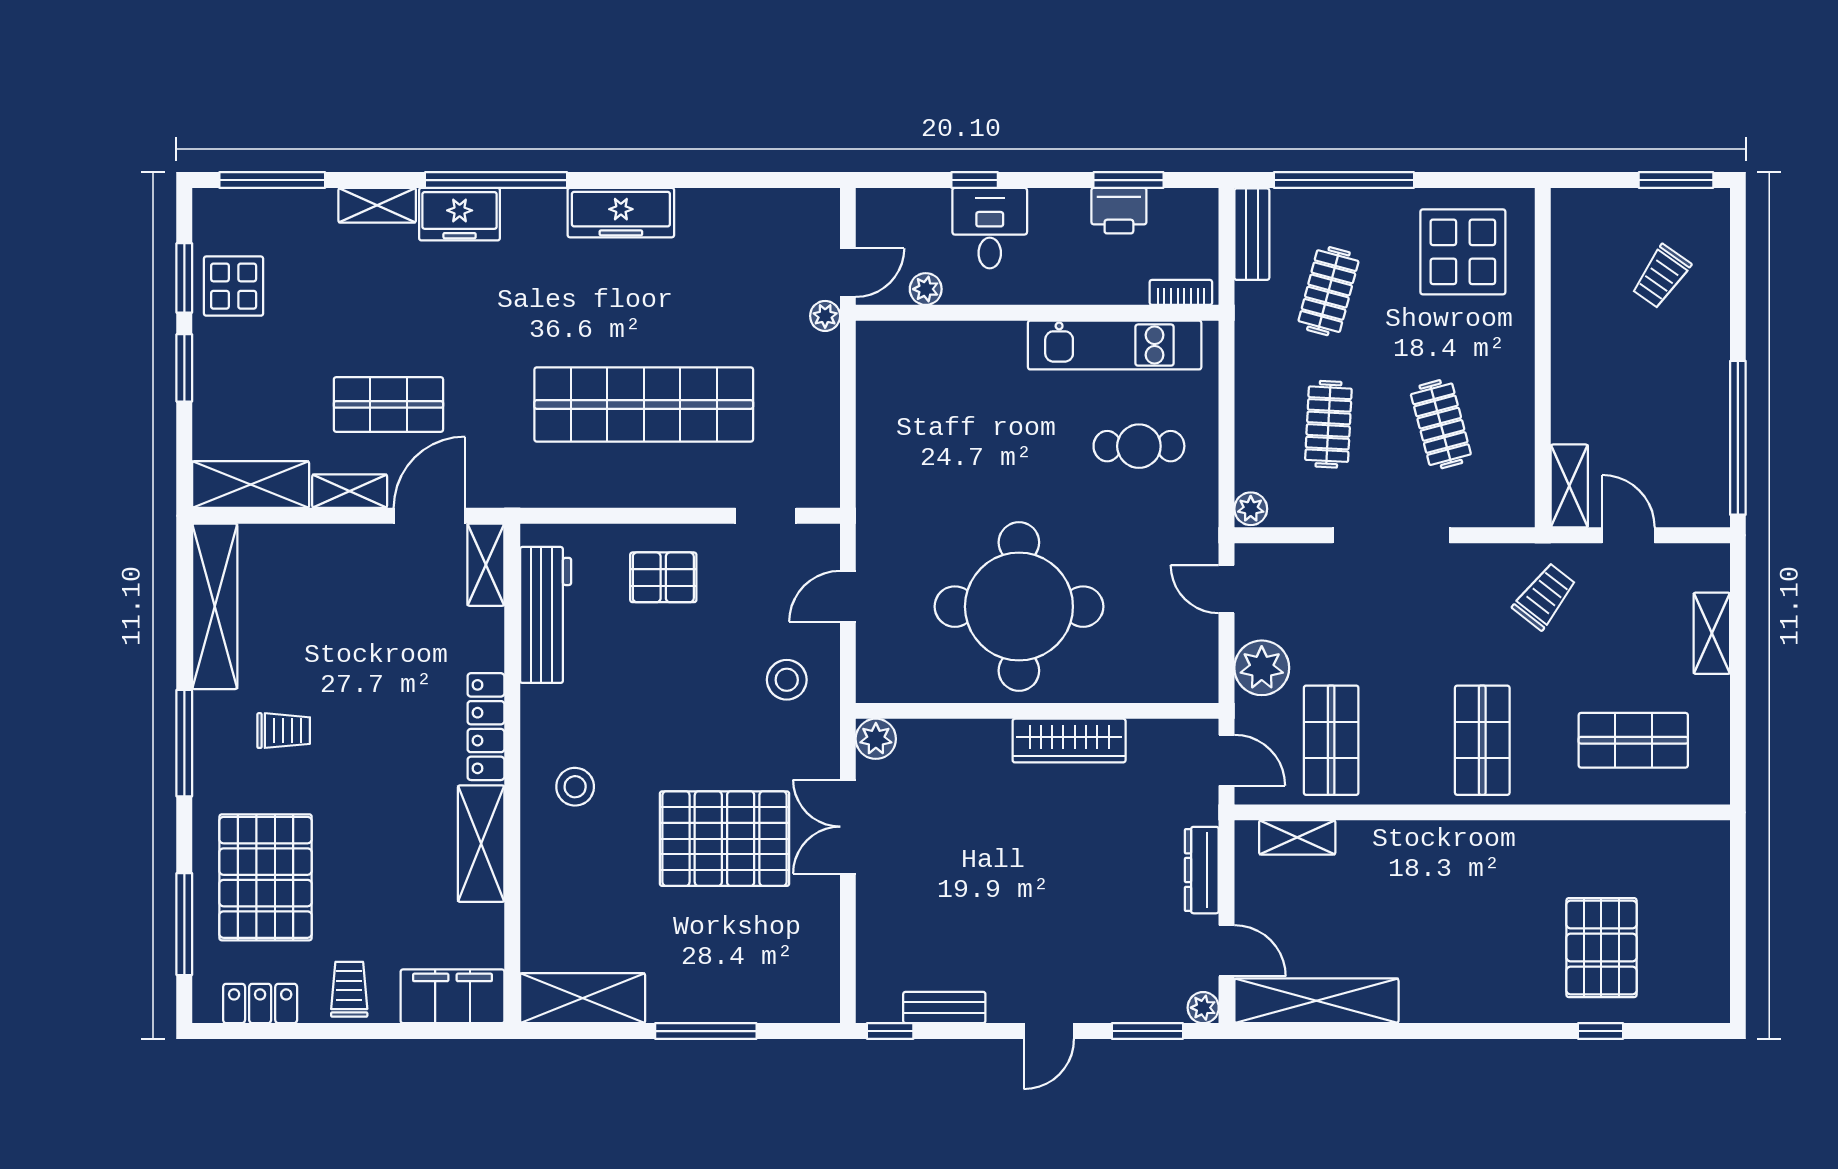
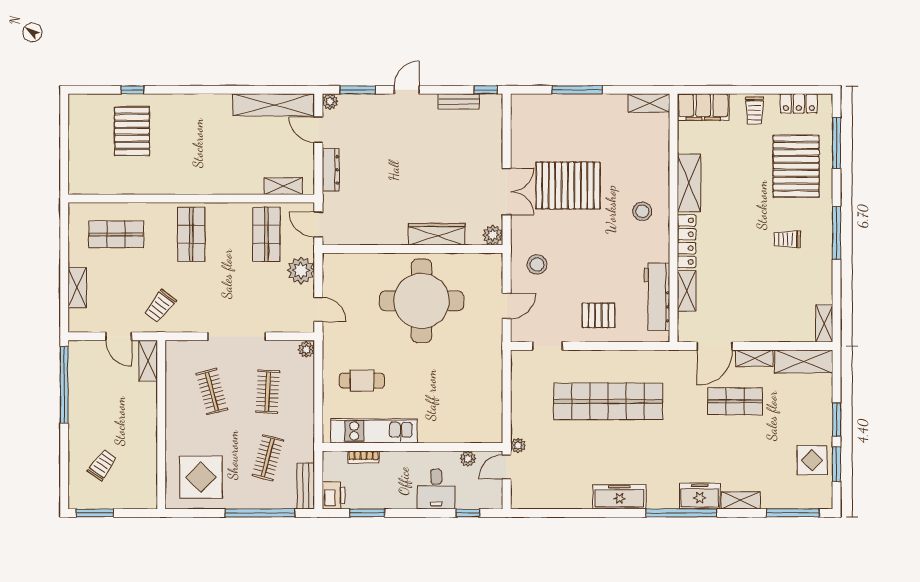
window: (975, 180) -> (468, 513), moved
printer: (1119, 211) -> (334, 495), moved, turned 90
bookcase: (1181, 292) -> (364, 457), moved
shelving: (486, 565) -> (687, 291), moved
shelving: (215, 606) -> (824, 323), width x0.45, depth x0.75
wardrobe: (1069, 741) -> (437, 234), moved
shelving: (583, 998) -> (649, 103), width x0.67, depth x0.75

